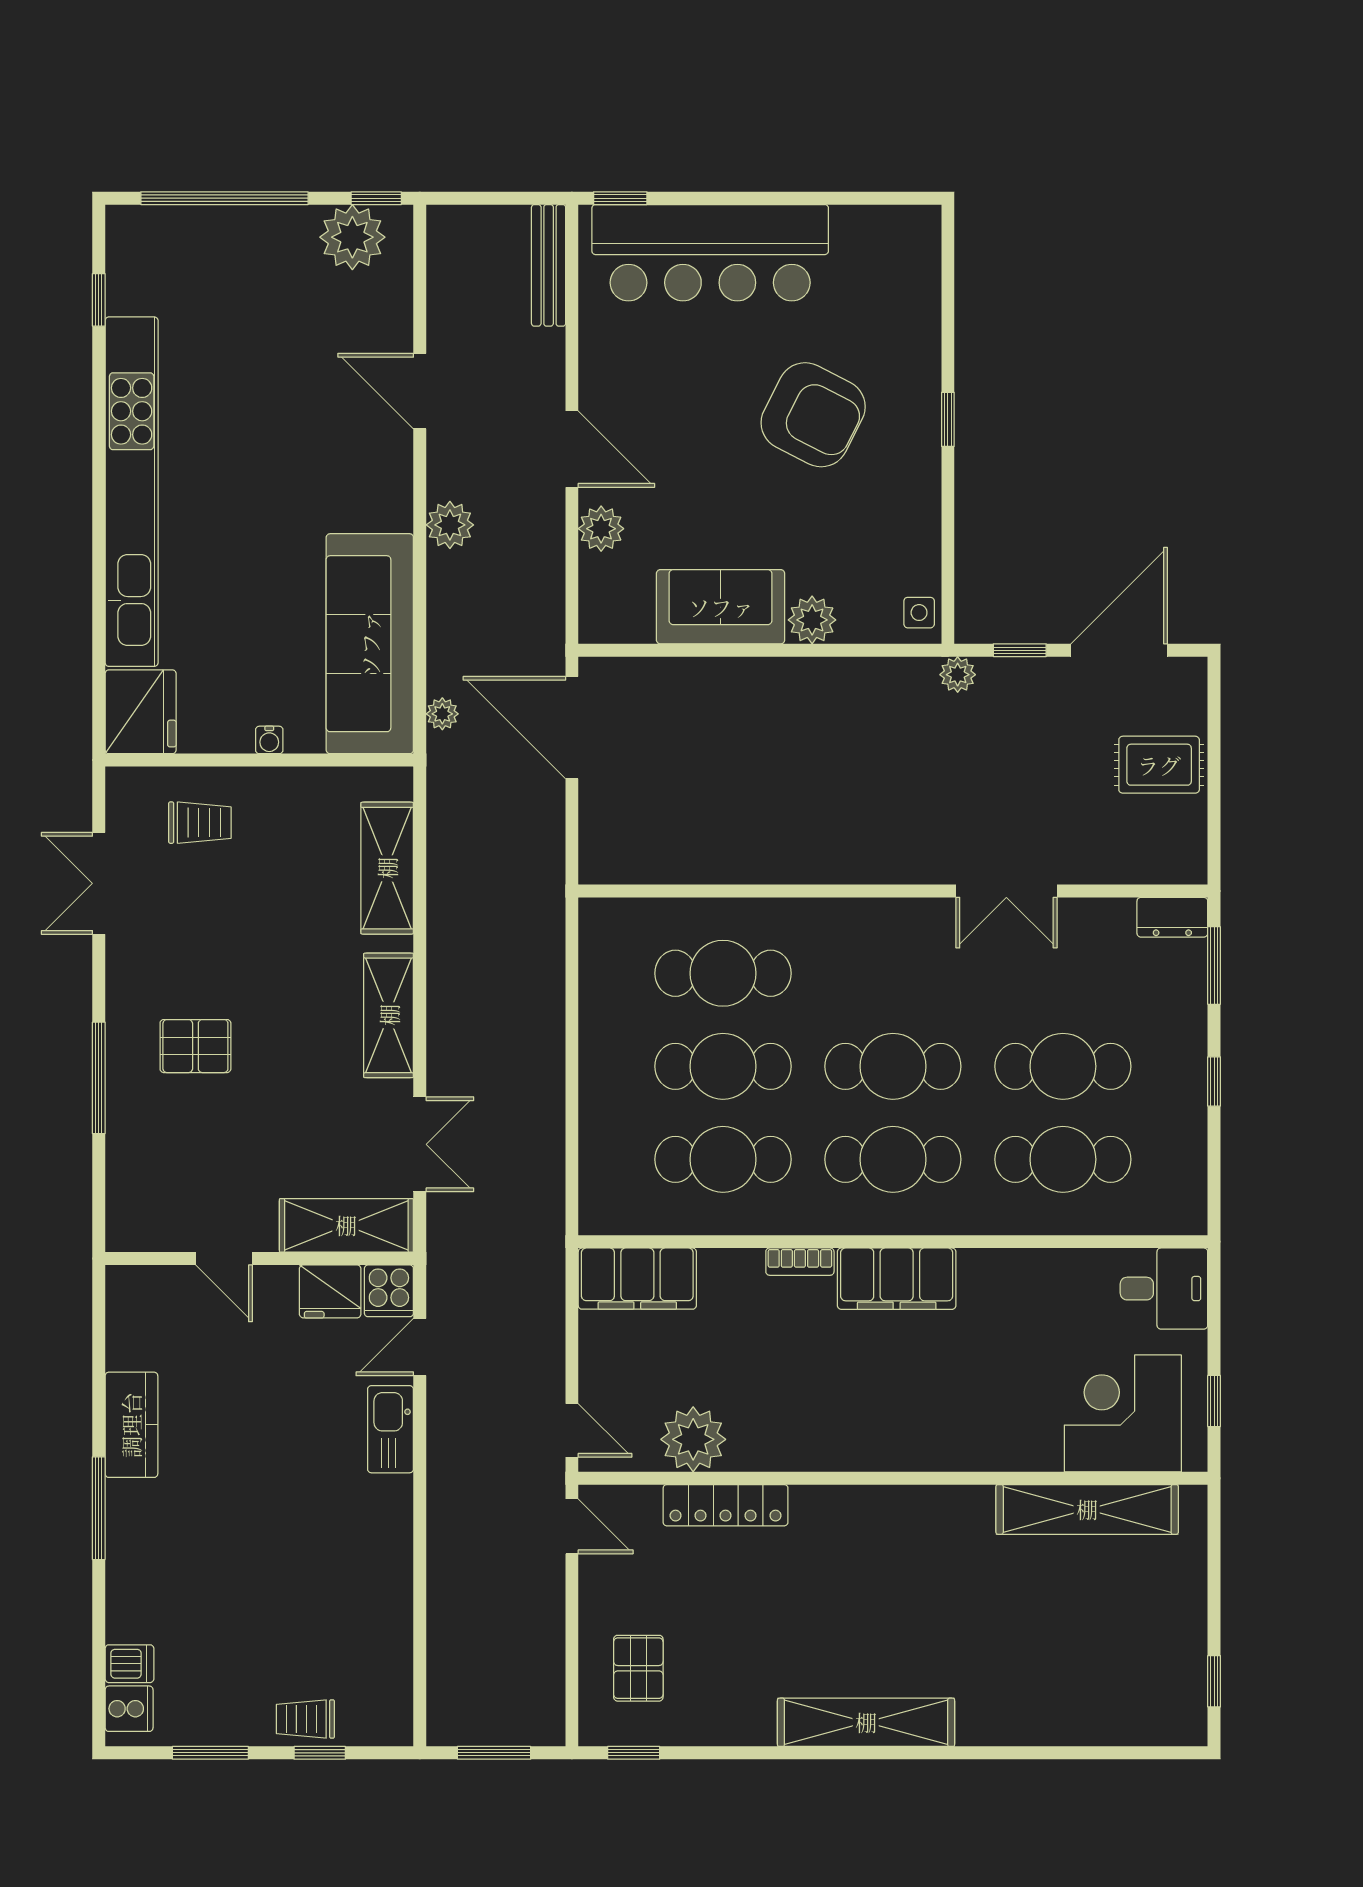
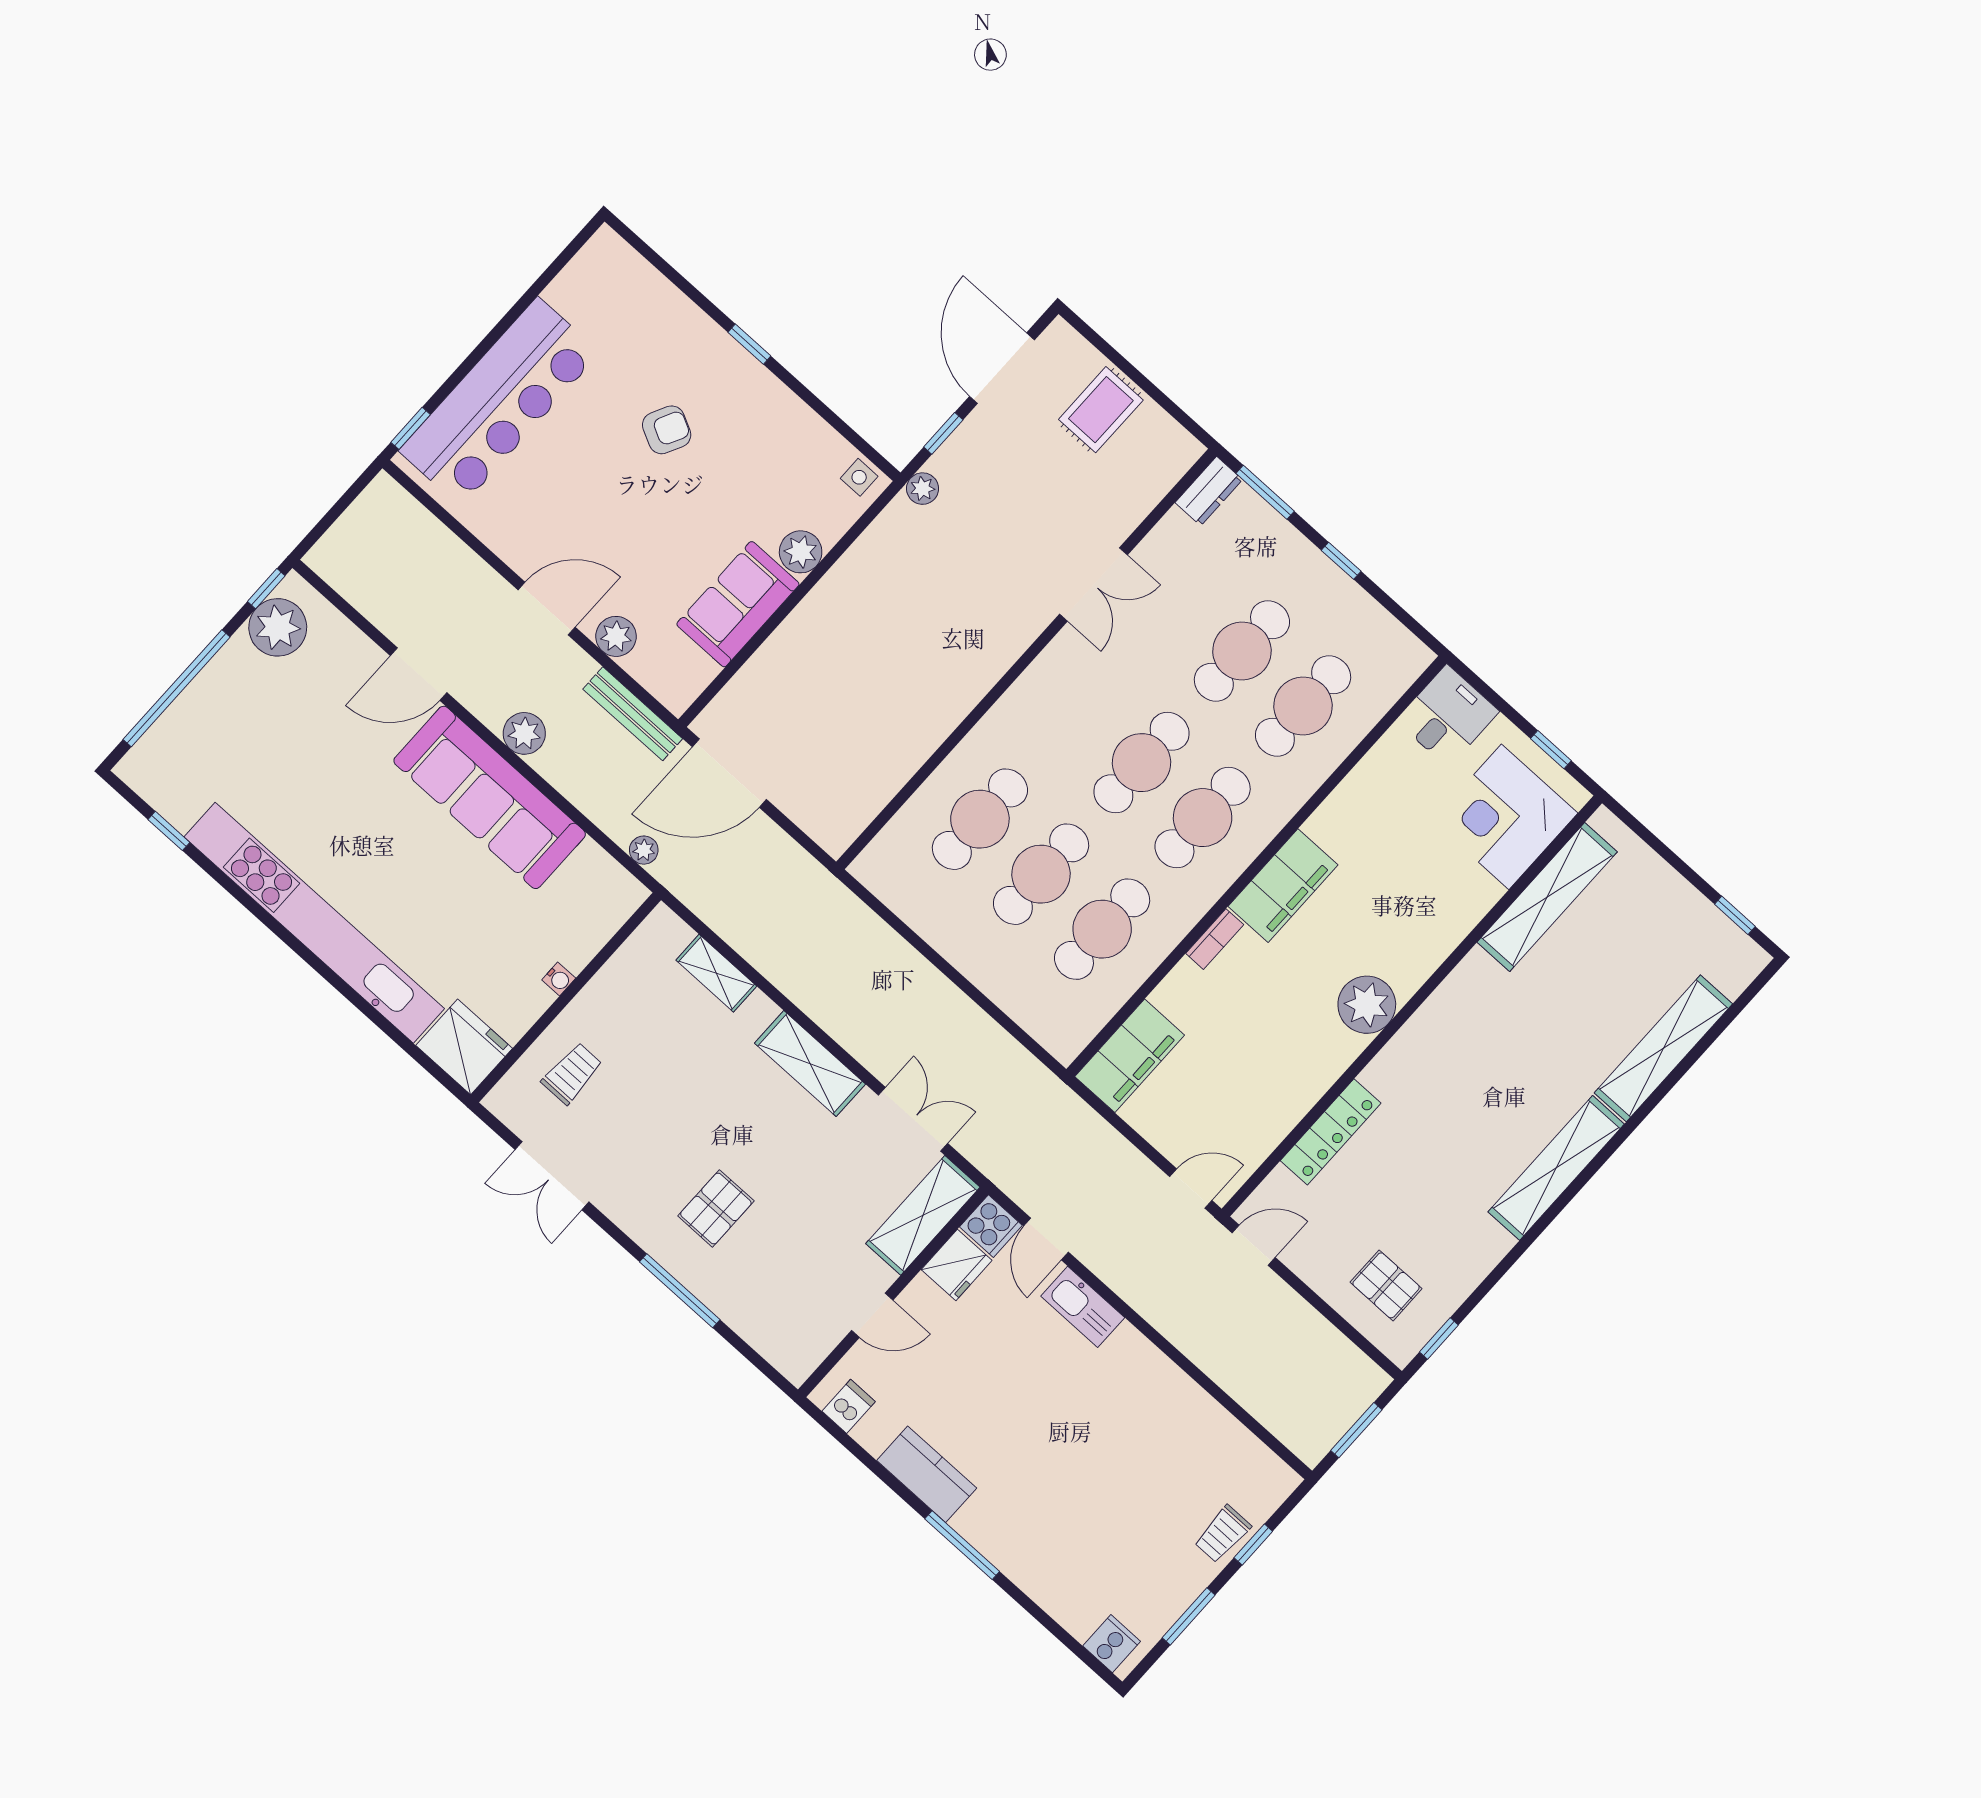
bench: (549, 265) -> (633, 714), moved
armchair: (813, 415) -> (667, 430), width x0.53, depth x0.53
sofa: (370, 644) -> (490, 797), moved
shelving: (387, 868) -> (716, 973), width x0.67, depth x0.75
plant: (693, 1439) -> (1367, 1005), moved
dishwasher: (129, 1664) -> (849, 1406), moved
shelving: (1048, 1722) -> (1663, 1048), added

